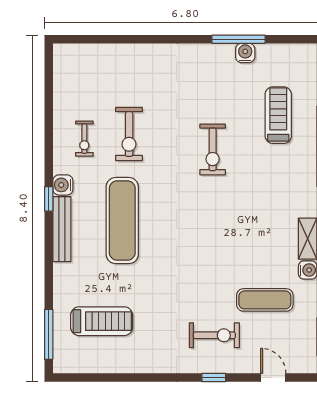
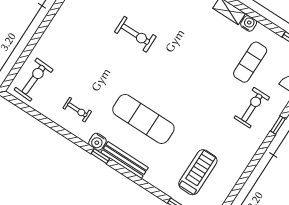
exercise bike: (129, 134) -> (34, 80), moved, turned -87

